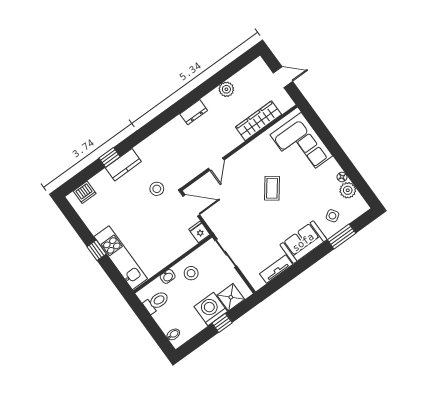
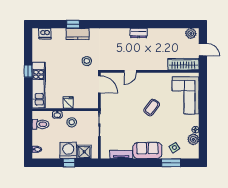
plant: (226, 89) -> (191, 33), moved
wardrobe: (258, 121) -> (183, 64), moved
fridge: (199, 232) -> (68, 102), moved

